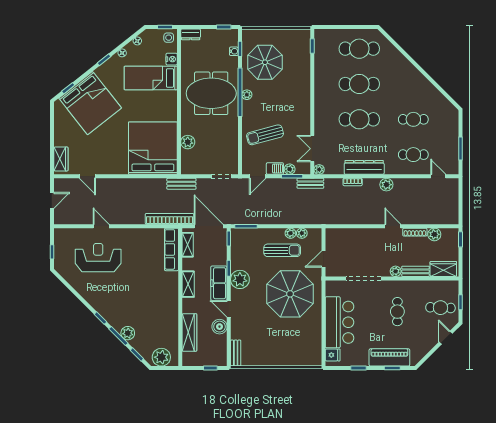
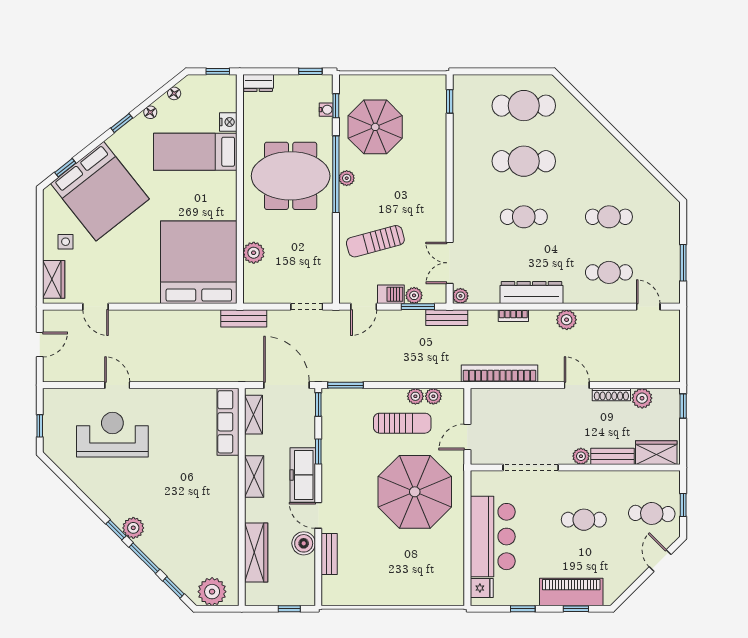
side table: (169, 38) -> (66, 242), moved
cafe table: (359, 119) -> (524, 217), width x0.73, depth x0.74
bookcase: (169, 219) -> (500, 374), moved
plant: (240, 279) -> (336, 469), removed
cafe table: (397, 312) -> (584, 520), turned 90
plant: (128, 333) -> (133, 528), moved
bench: (236, 353) -> (329, 554), moved

